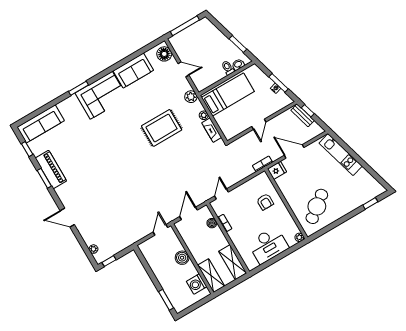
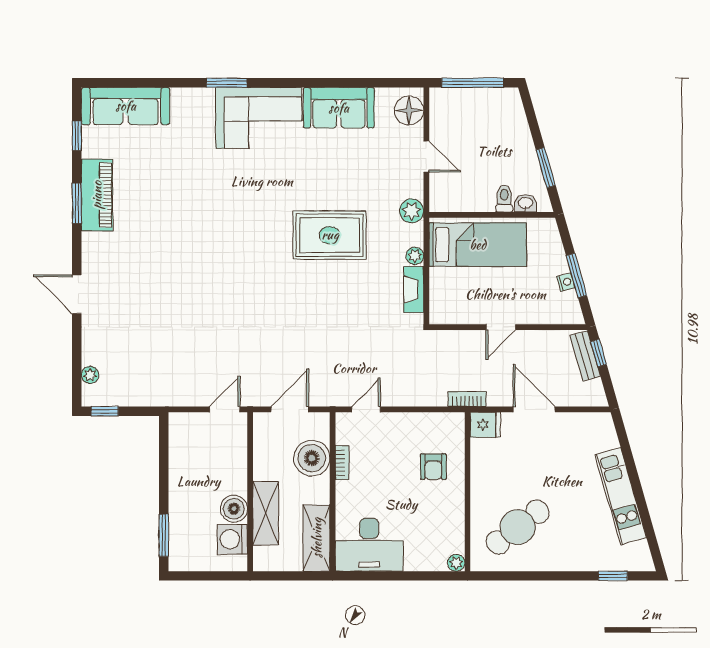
kitchen unit: (341, 155) -> (621, 496), moved
boiler: (212, 223) -> (312, 458), width x1.86, depth x1.86
desk: (268, 245) -> (369, 545), moved
boiler: (182, 258) -> (234, 509), moved
shelving: (211, 276) -> (266, 513), moved

